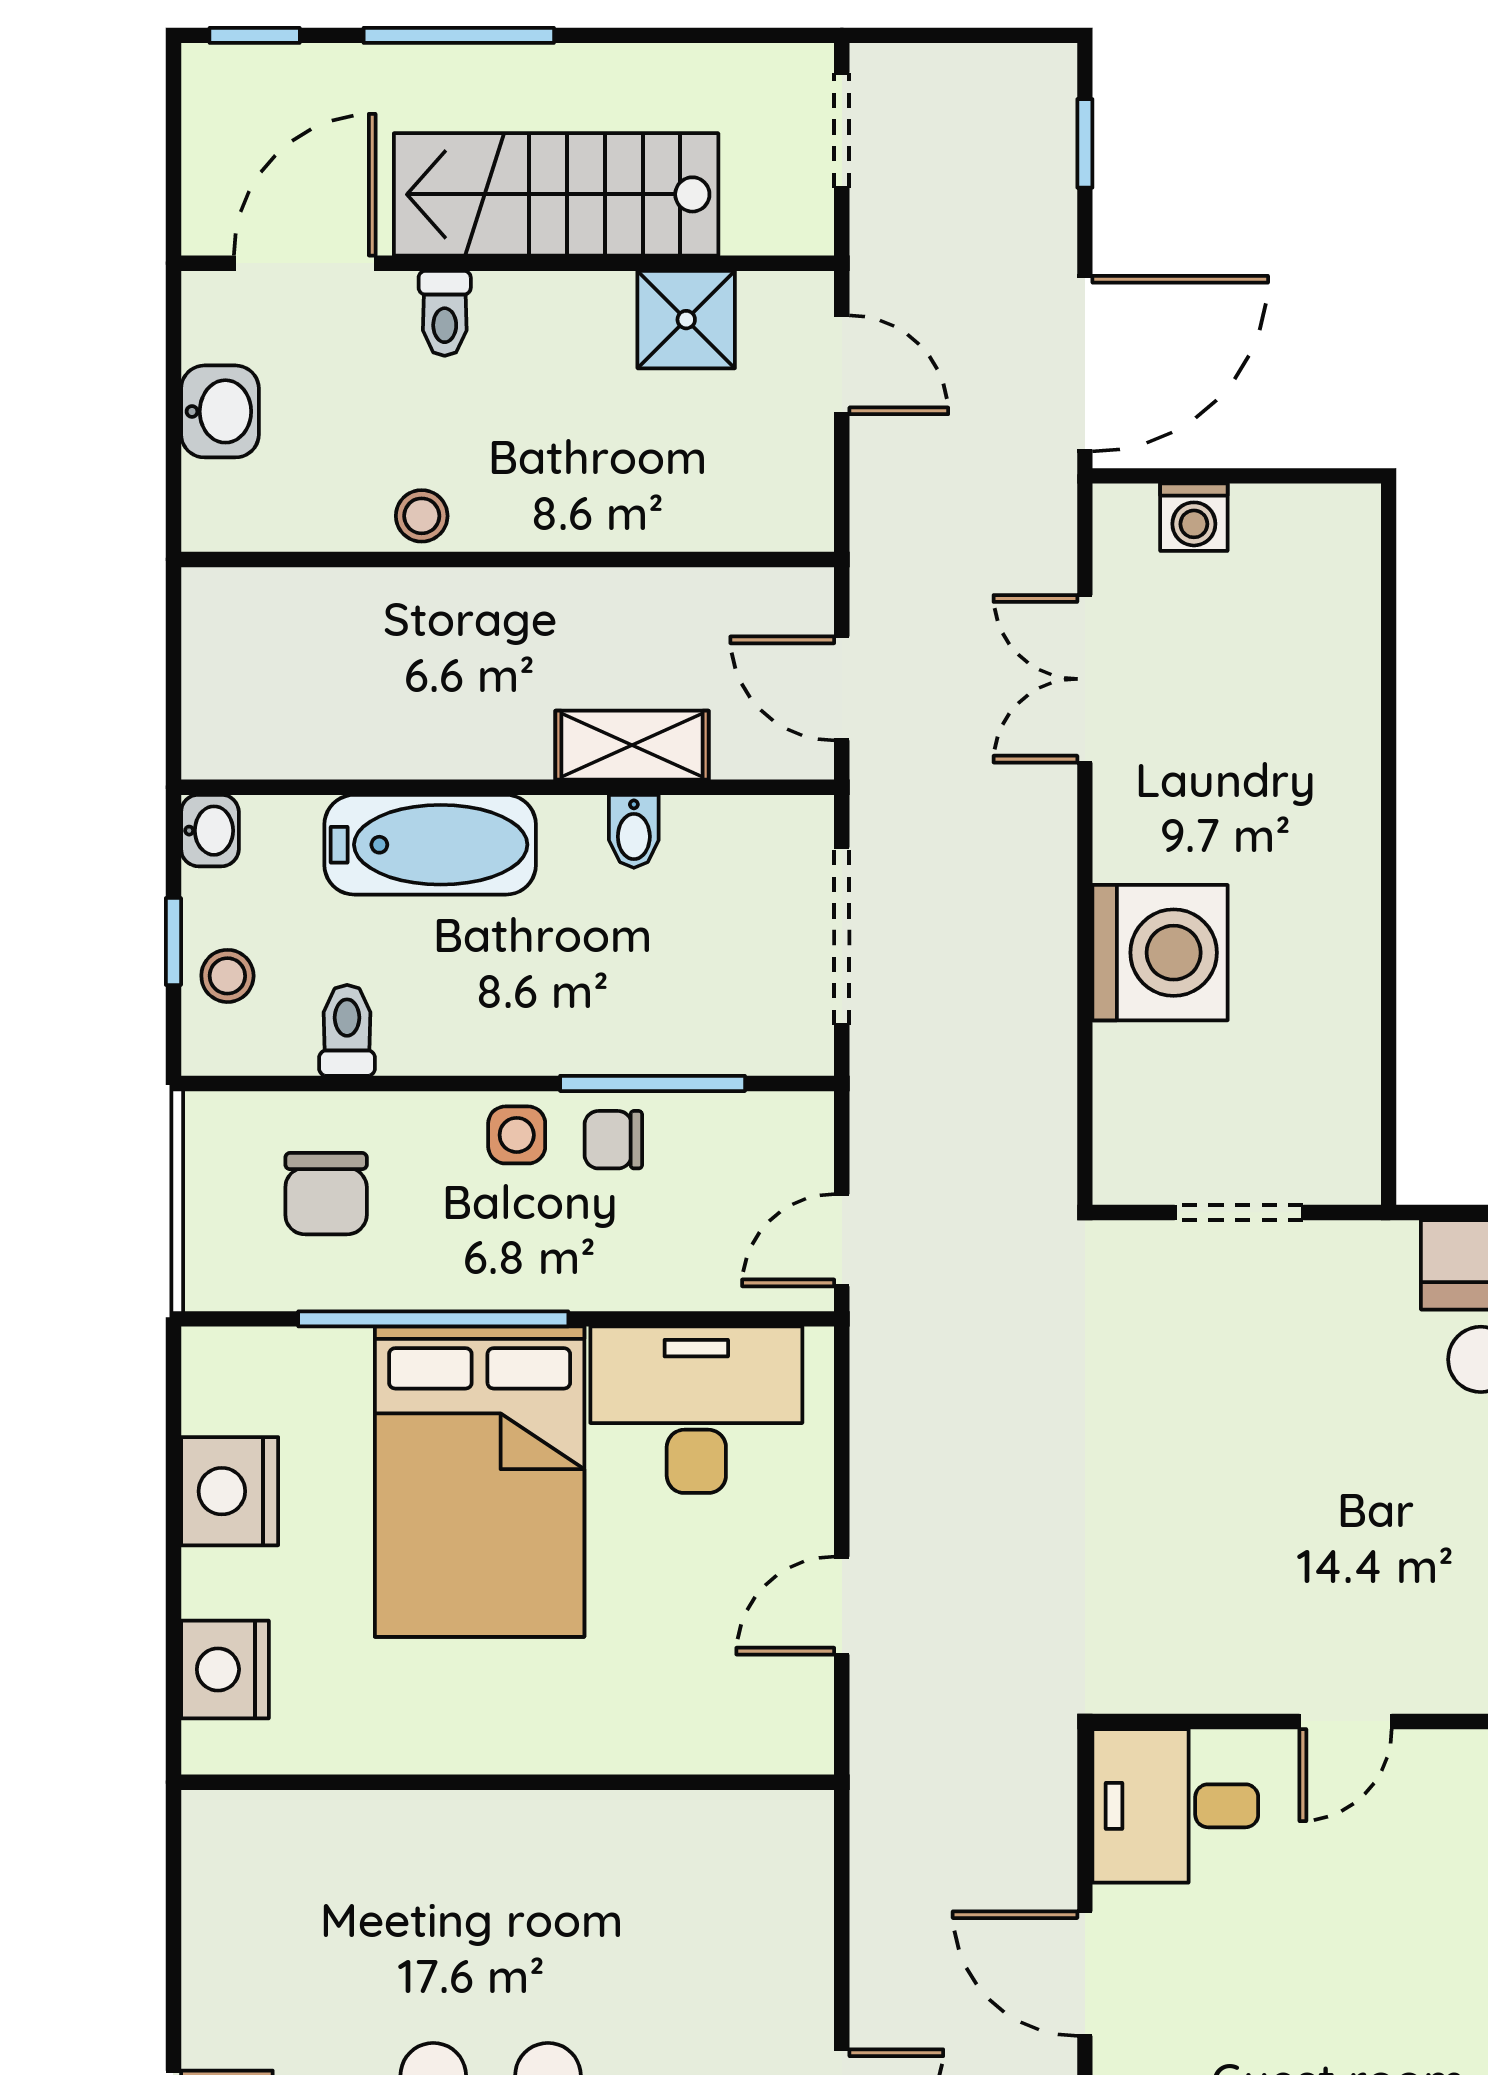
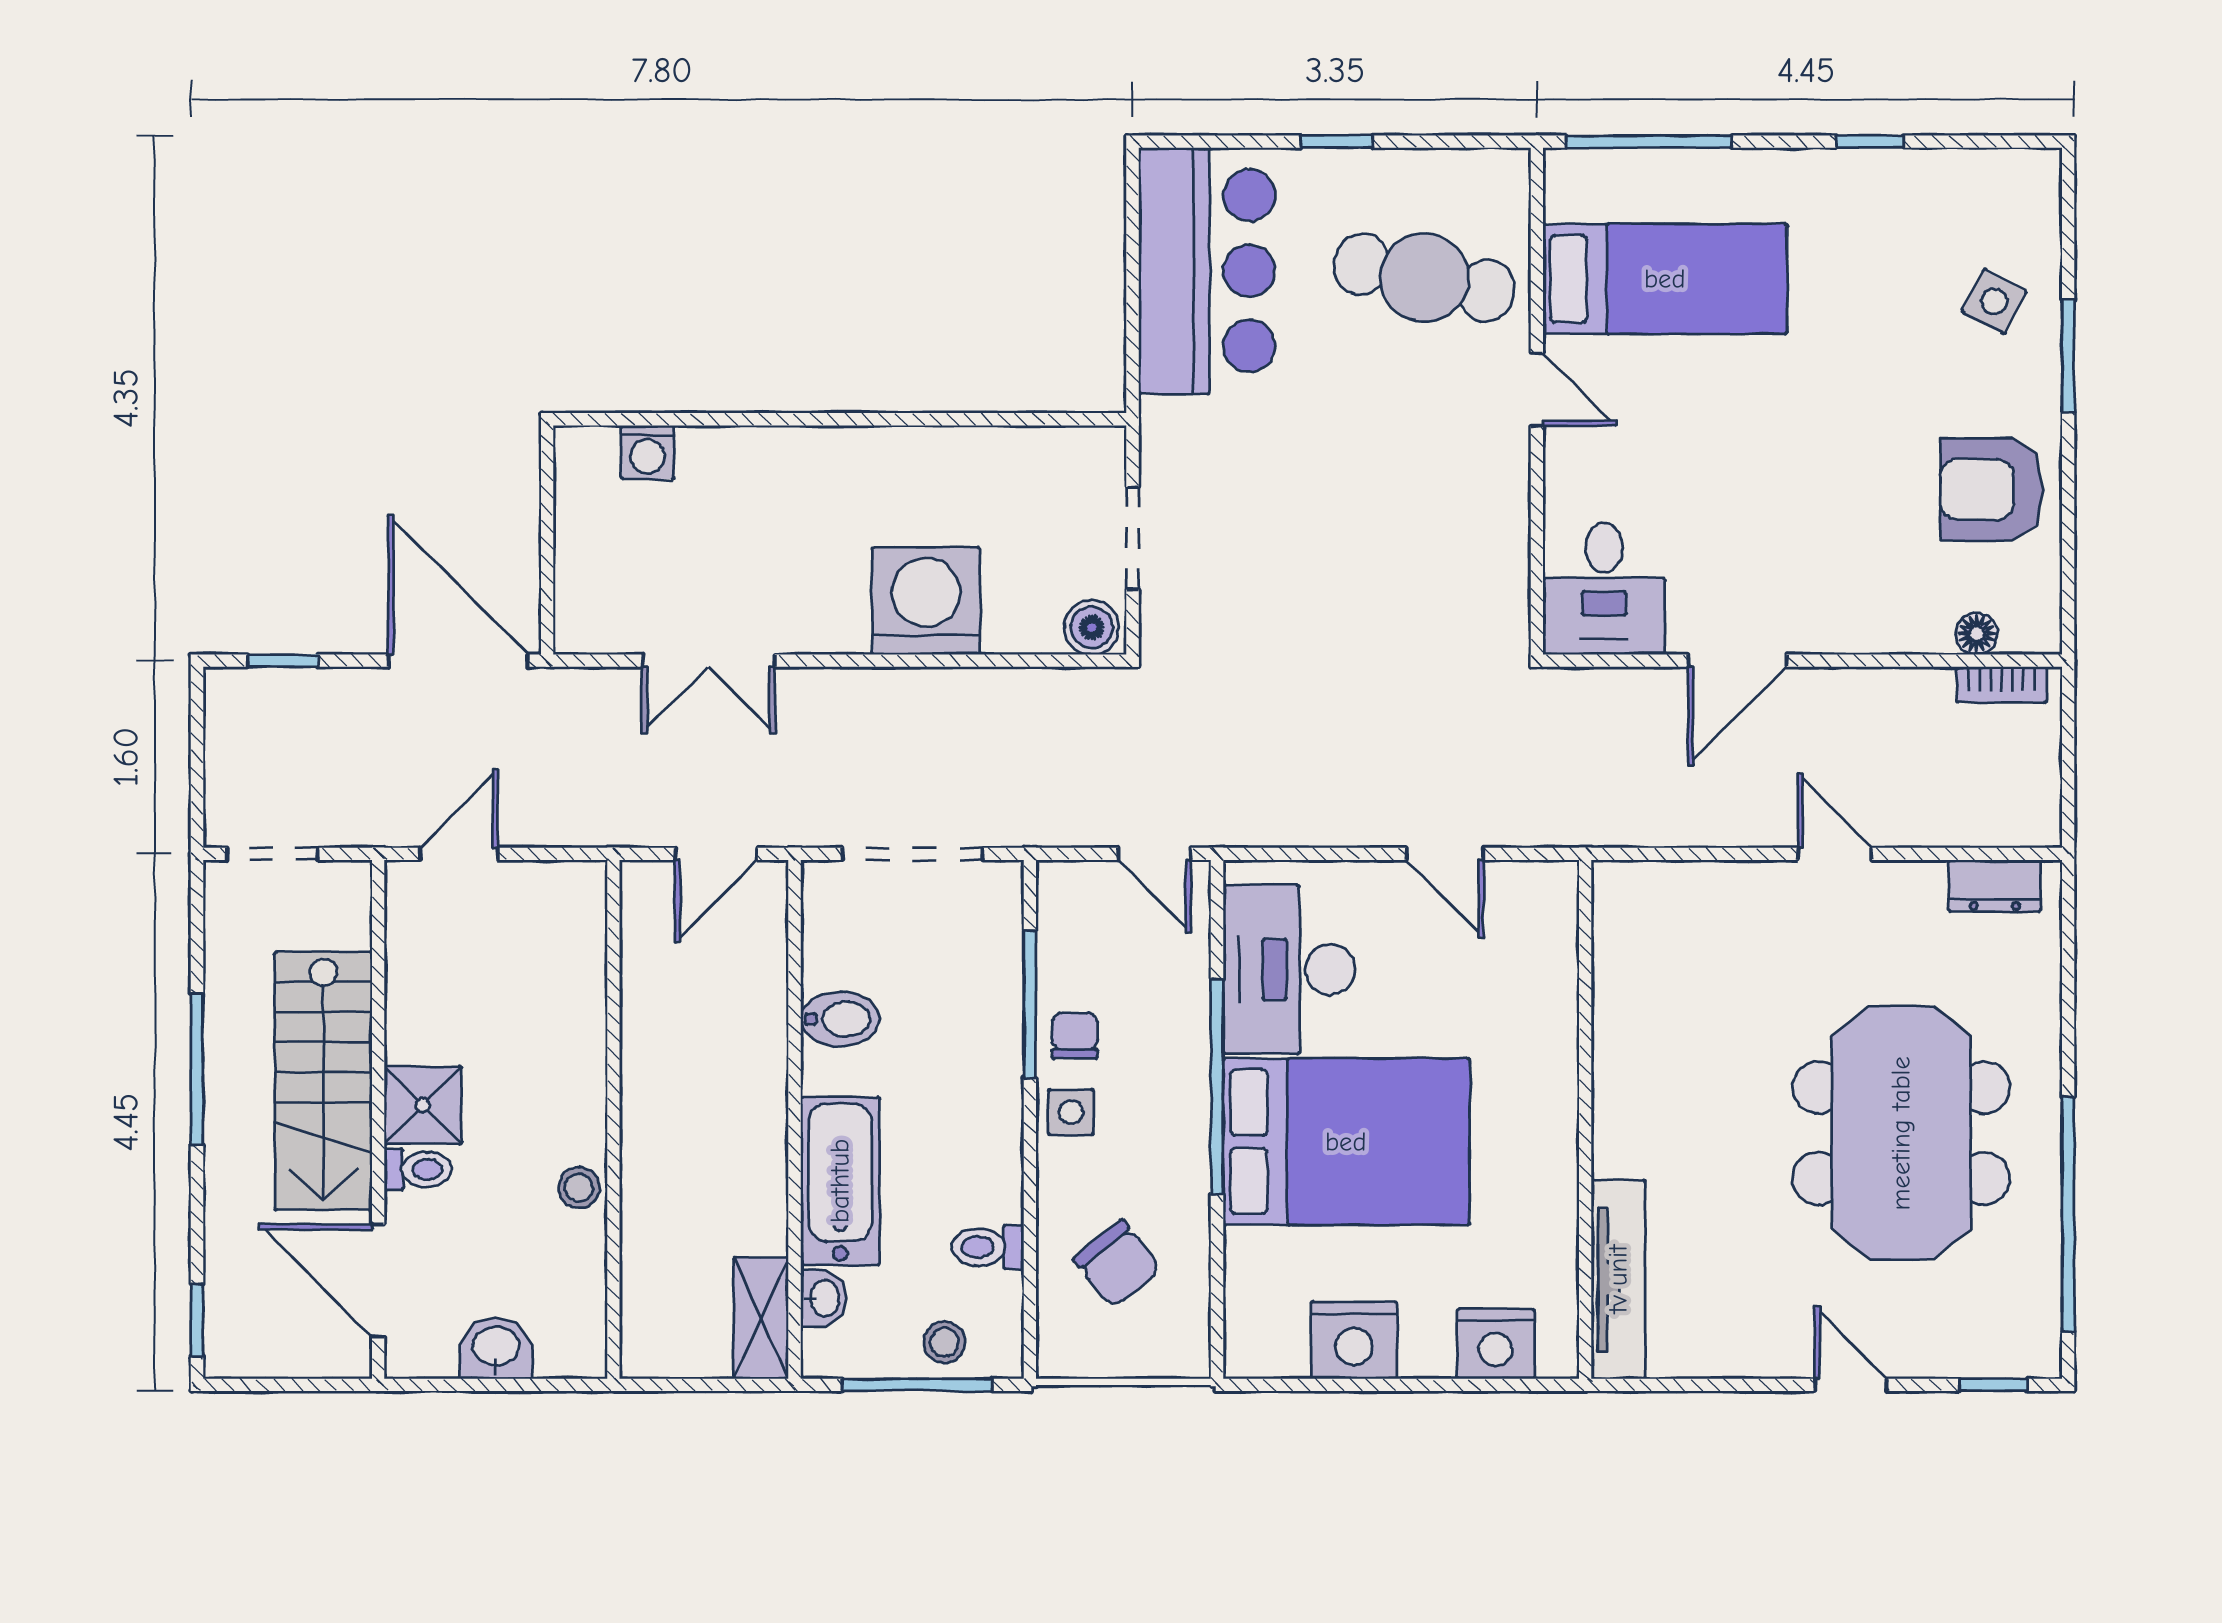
window: (459, 35) -> (197, 1069), moved
shower: (686, 320) -> (423, 1105), moved
washing machine: (1194, 517) -> (647, 452), moved, turned 90
shelving: (632, 745) -> (761, 1318), moved
washbasin: (210, 831) -> (824, 1298), moved, turned 90
bidet: (634, 831) -> (840, 1019), width x1.38, depth x1.36
window: (173, 942) -> (917, 1385), width x2.17
chair: (613, 1140) -> (1075, 1035), turned 180
boiler: (1127, 1161) -> (1092, 627), added
chair: (326, 1194) -> (1118, 1264), turned 51
window: (433, 1319) -> (1217, 1087), moved
door: (1346, 1721) -> (1537, 390), moved
tv unit: (306, 1824) -> (1618, 1279), added

